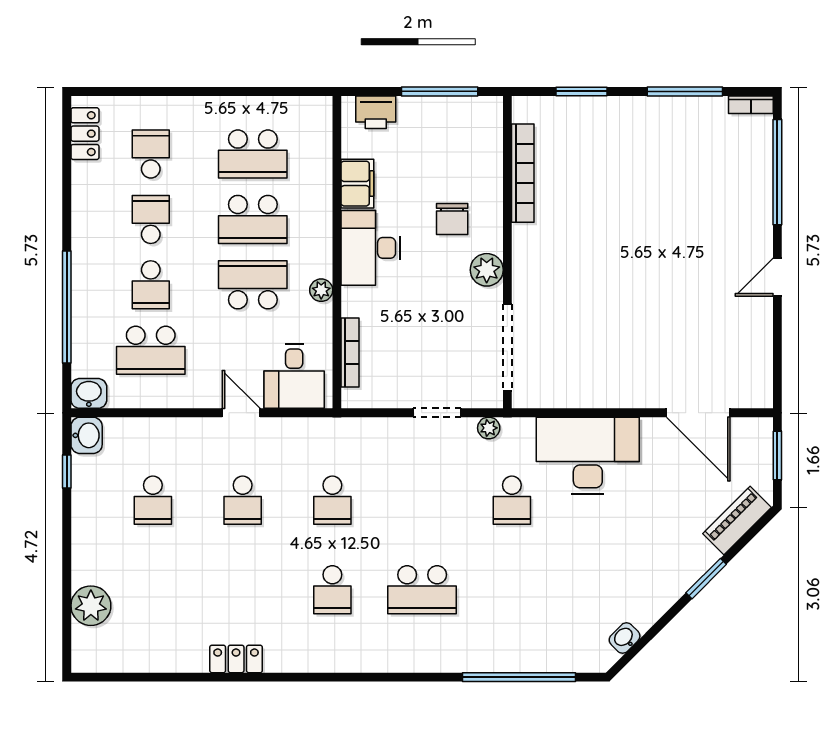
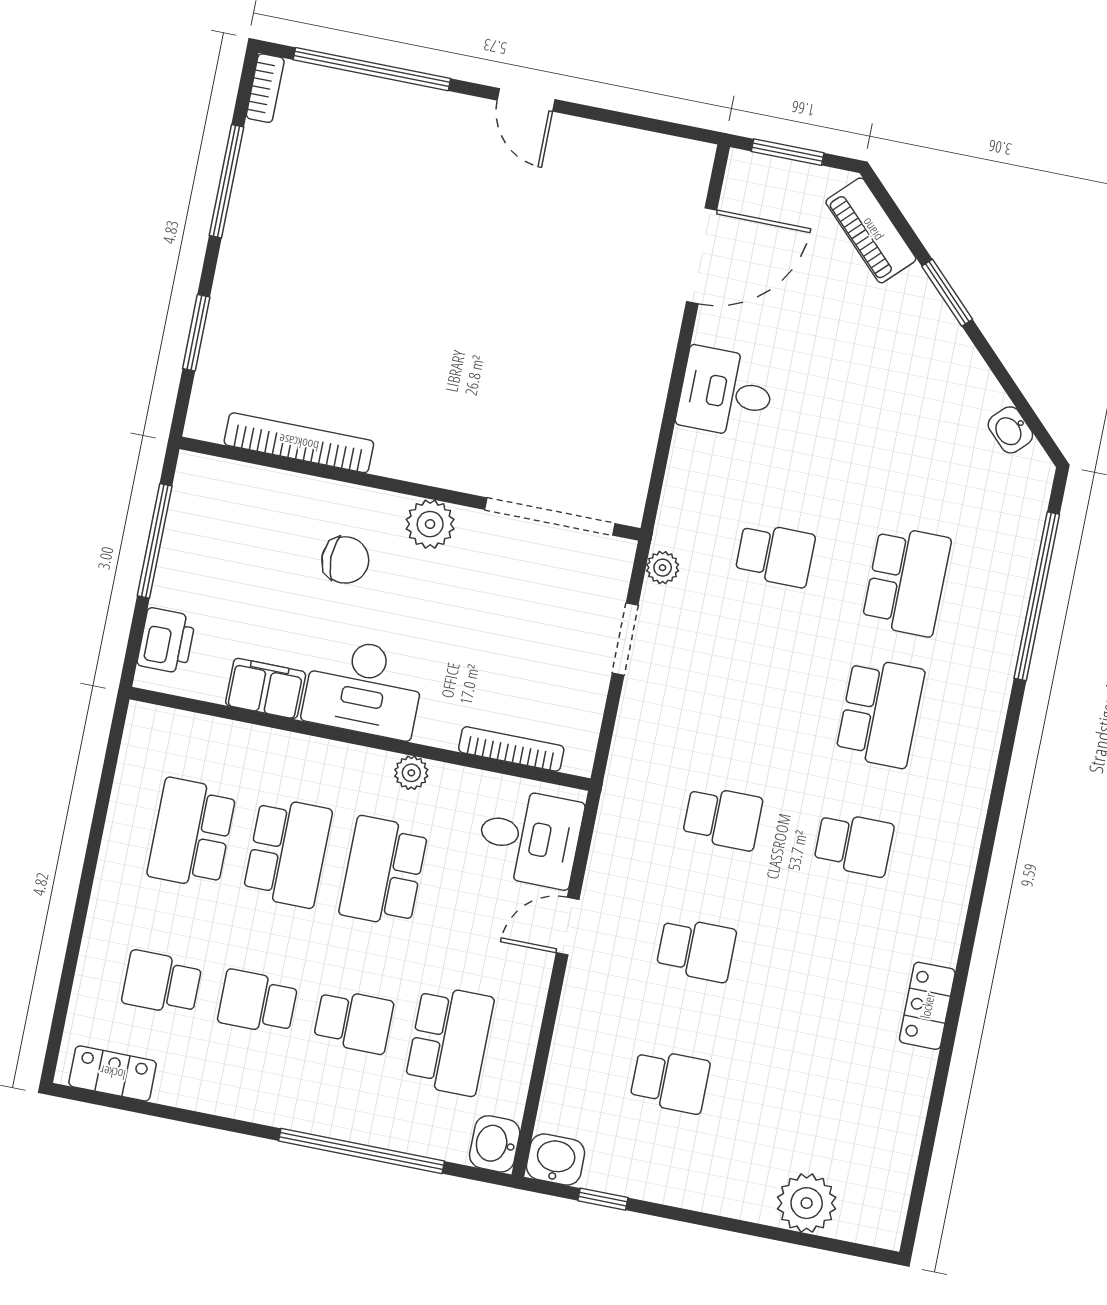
school desk: (253, 154) -> (192, 833), turned 180
desk: (588, 456) -> (726, 392), width x0.53, depth x0.77
school desk: (512, 590) -> (907, 581), added

